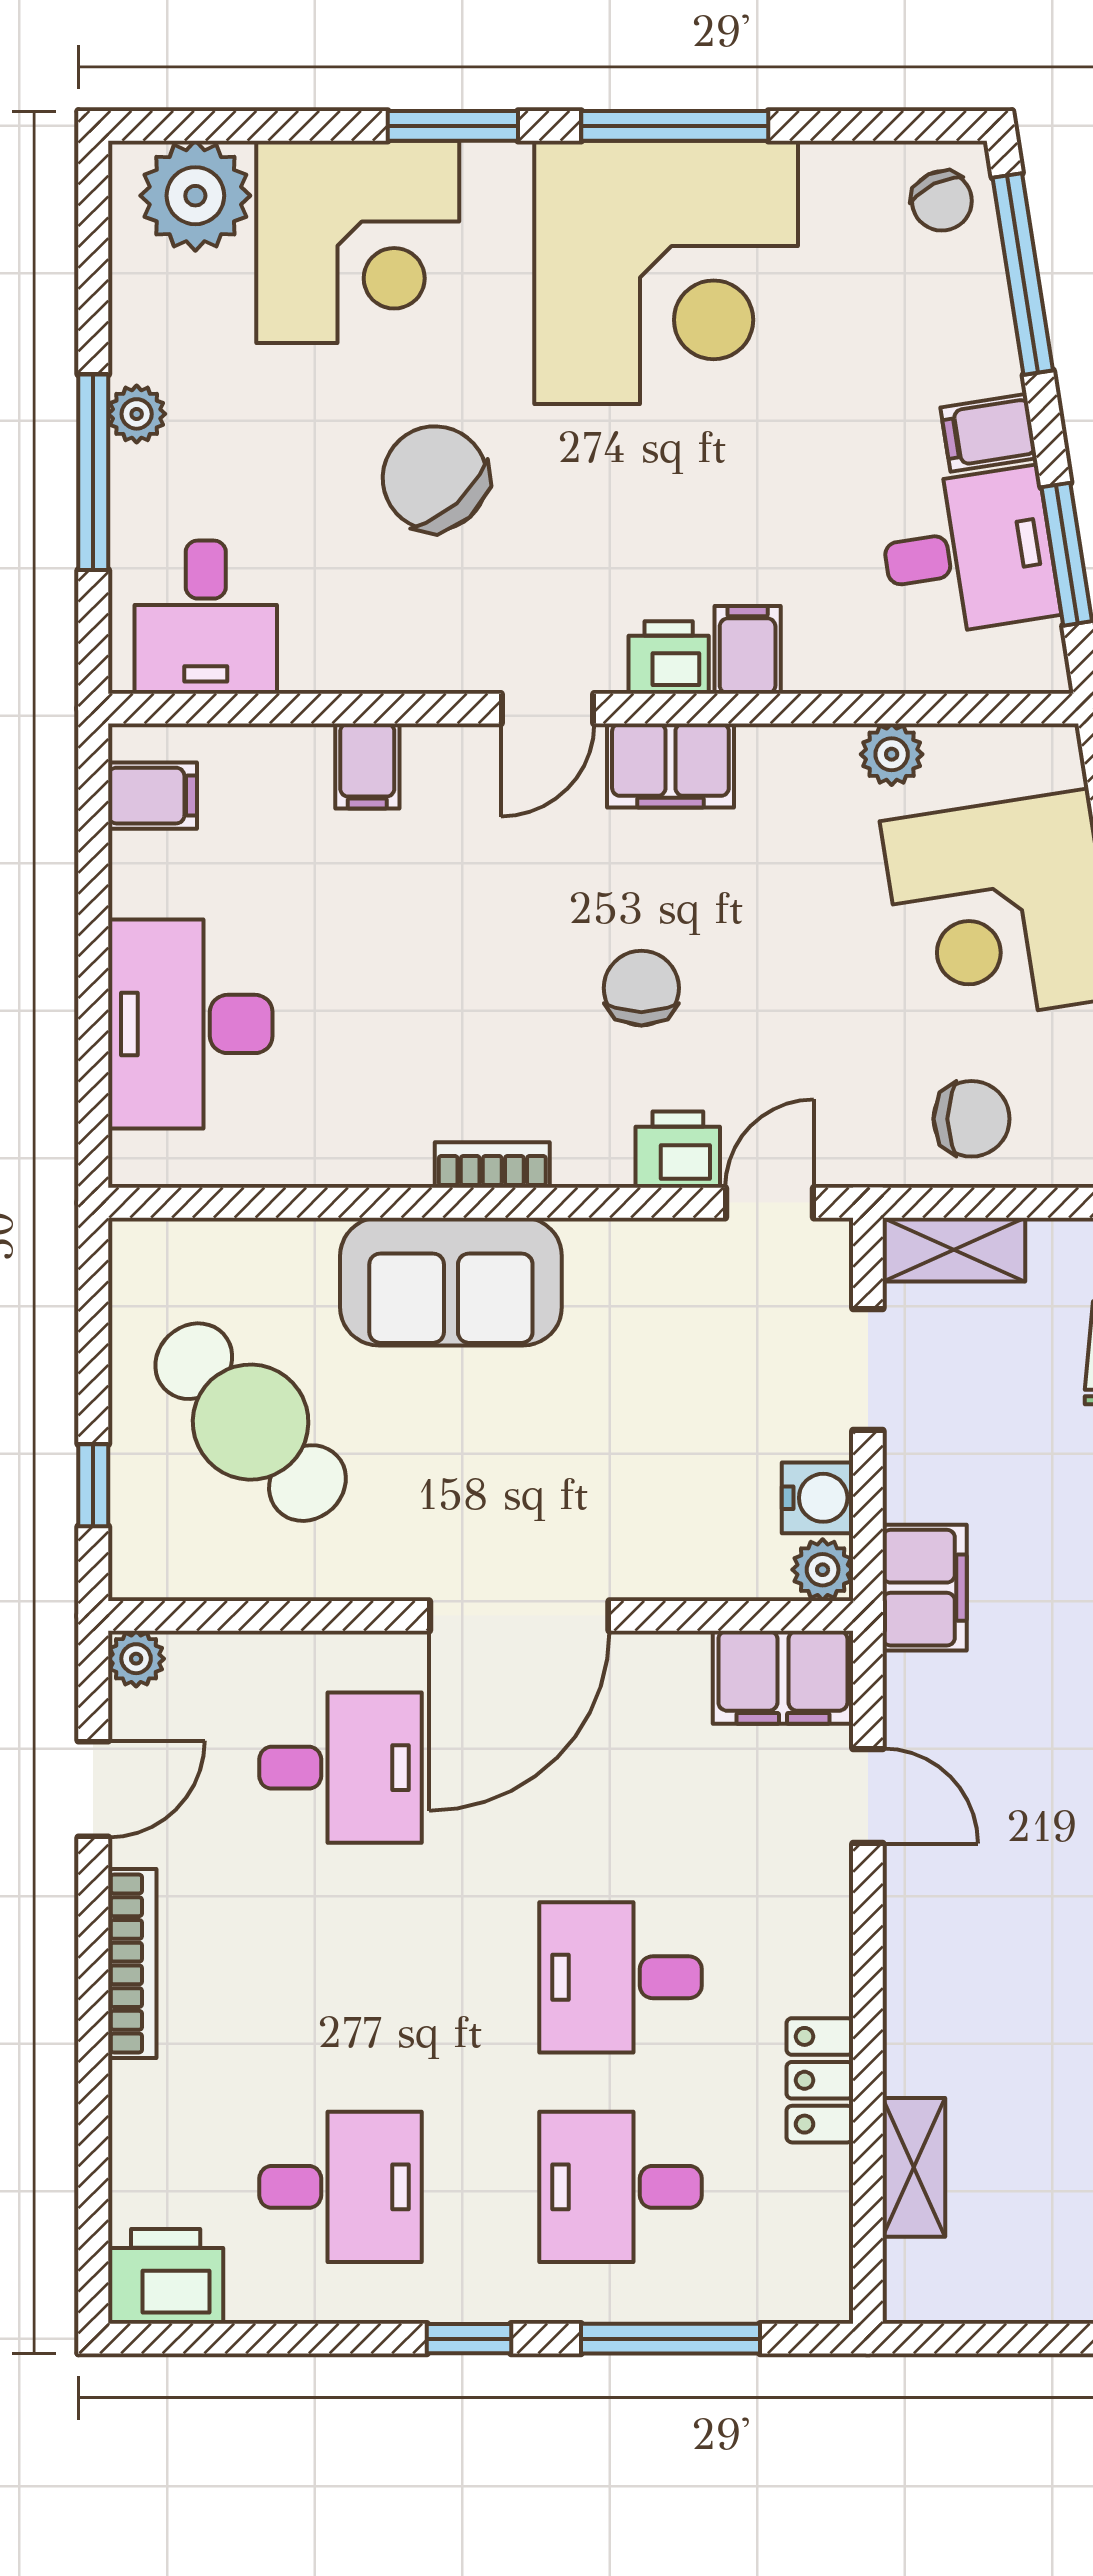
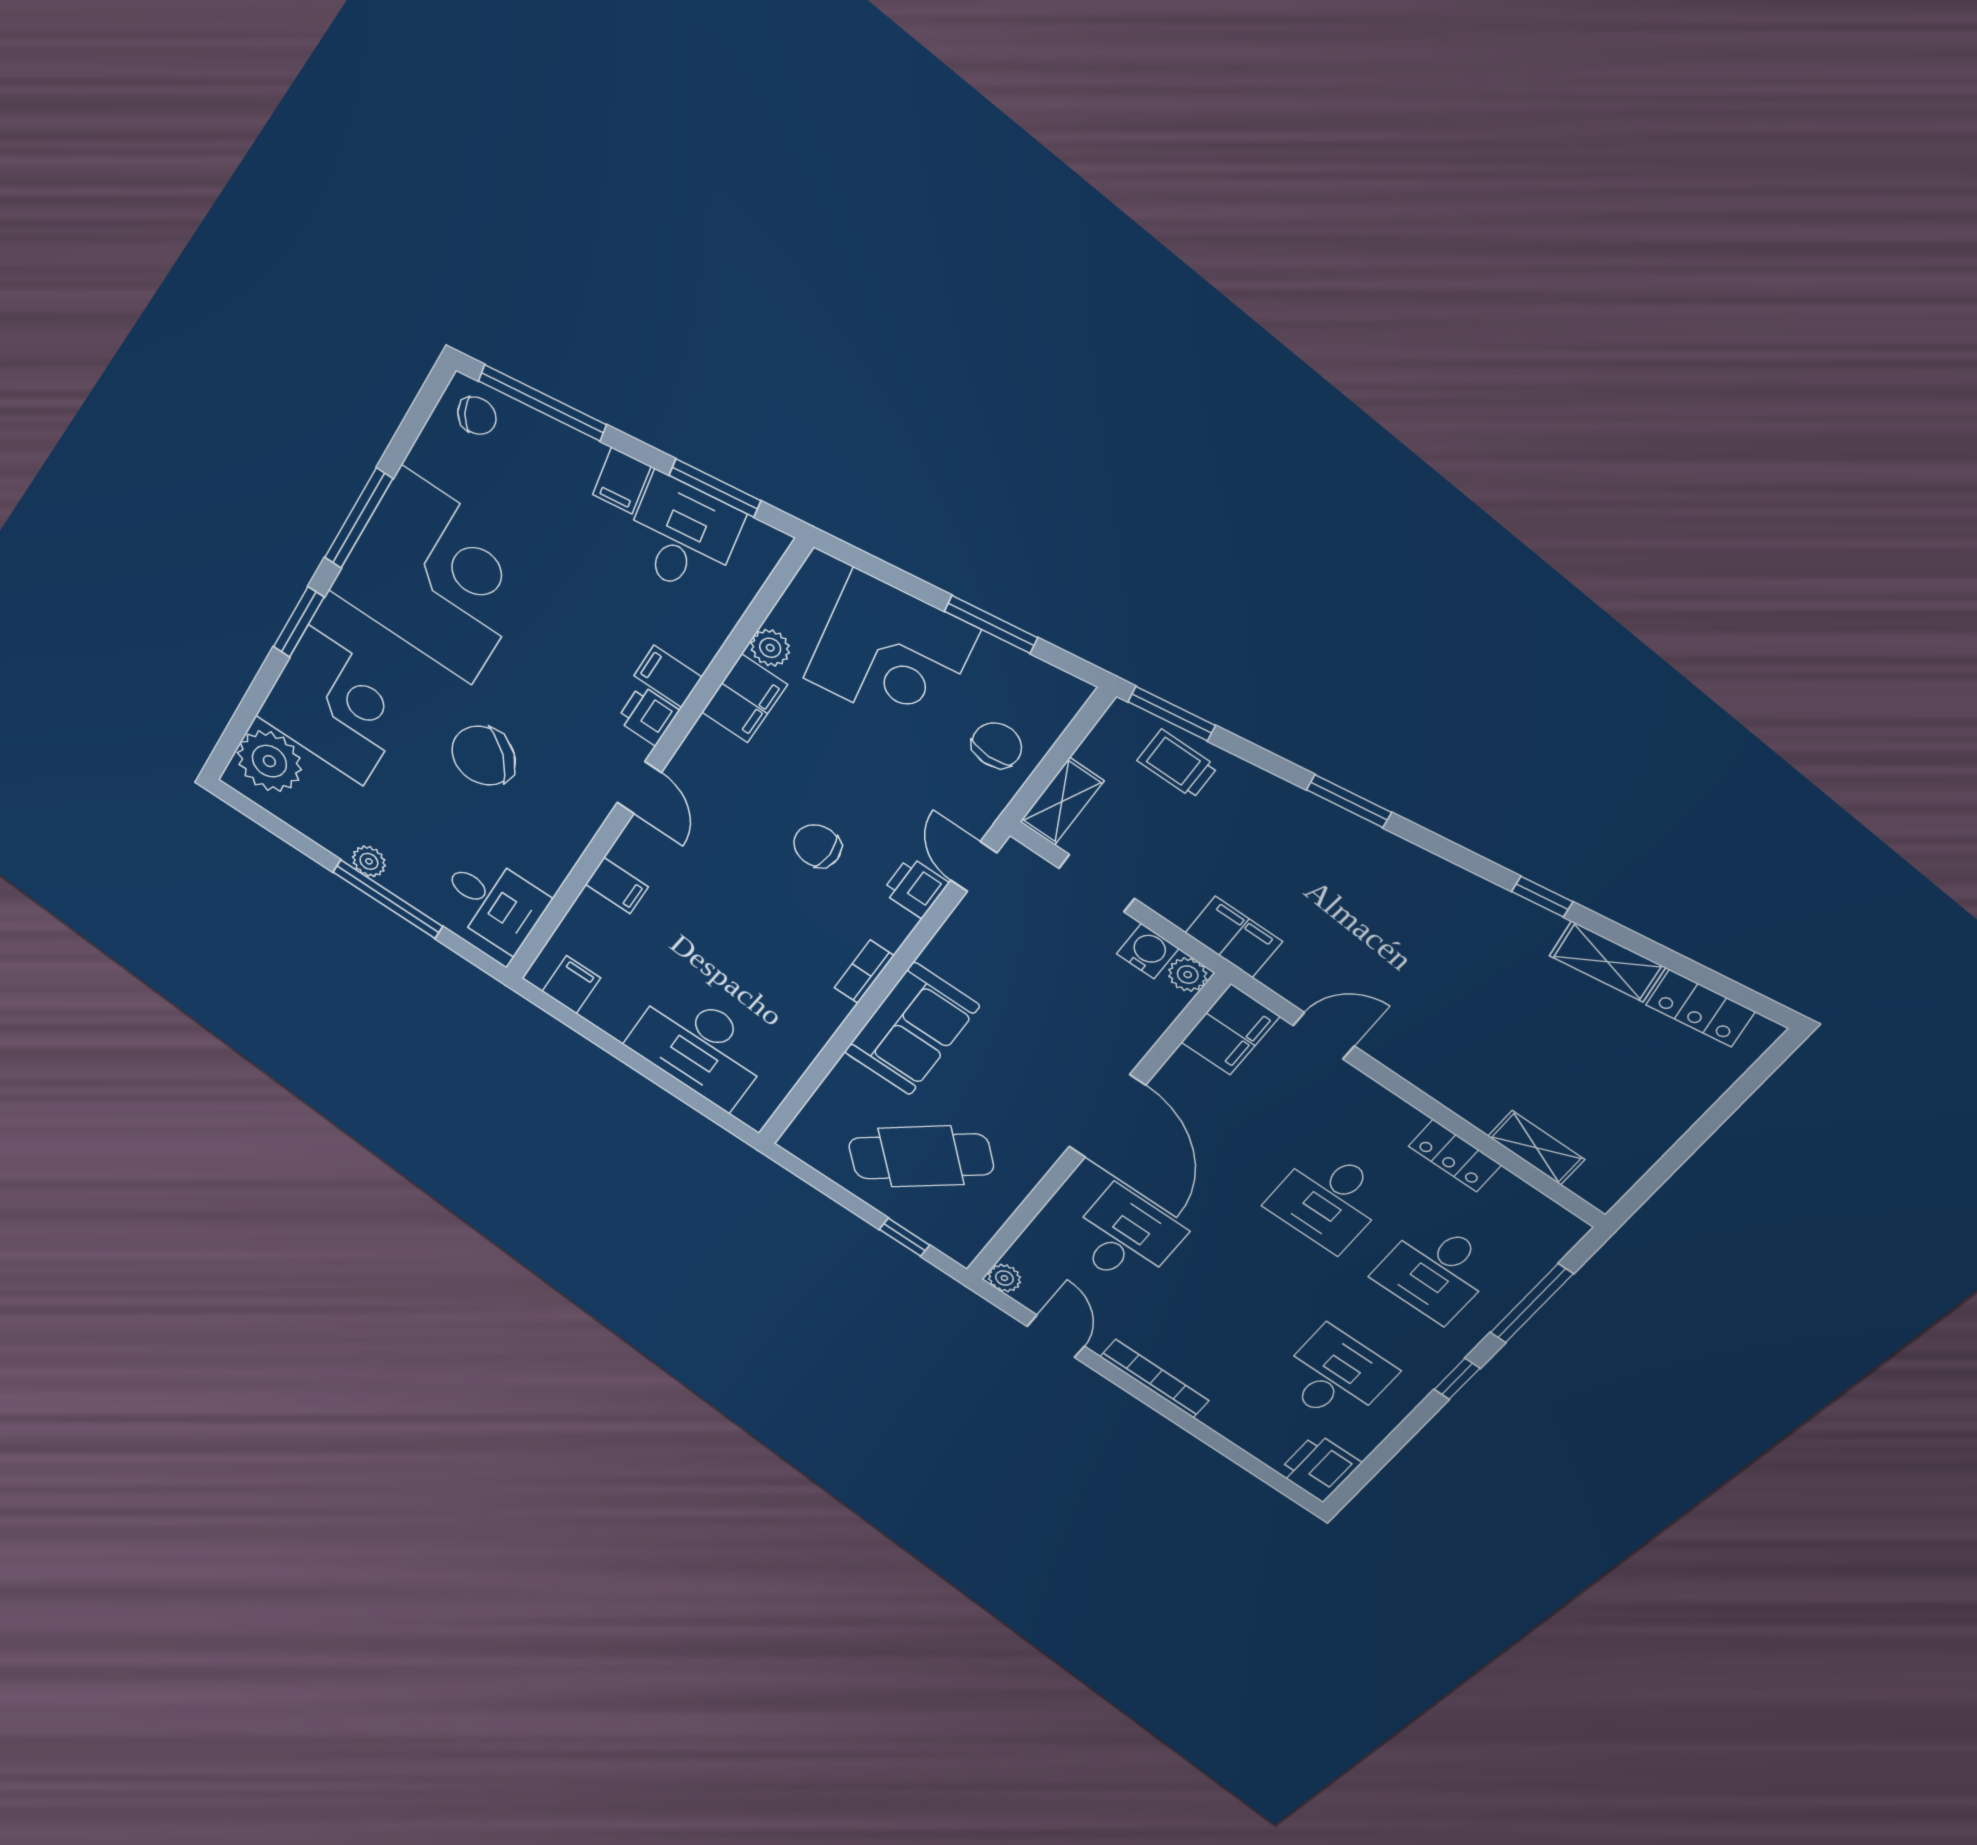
filing cabinet: (670, 766) -> (745, 698), moved

